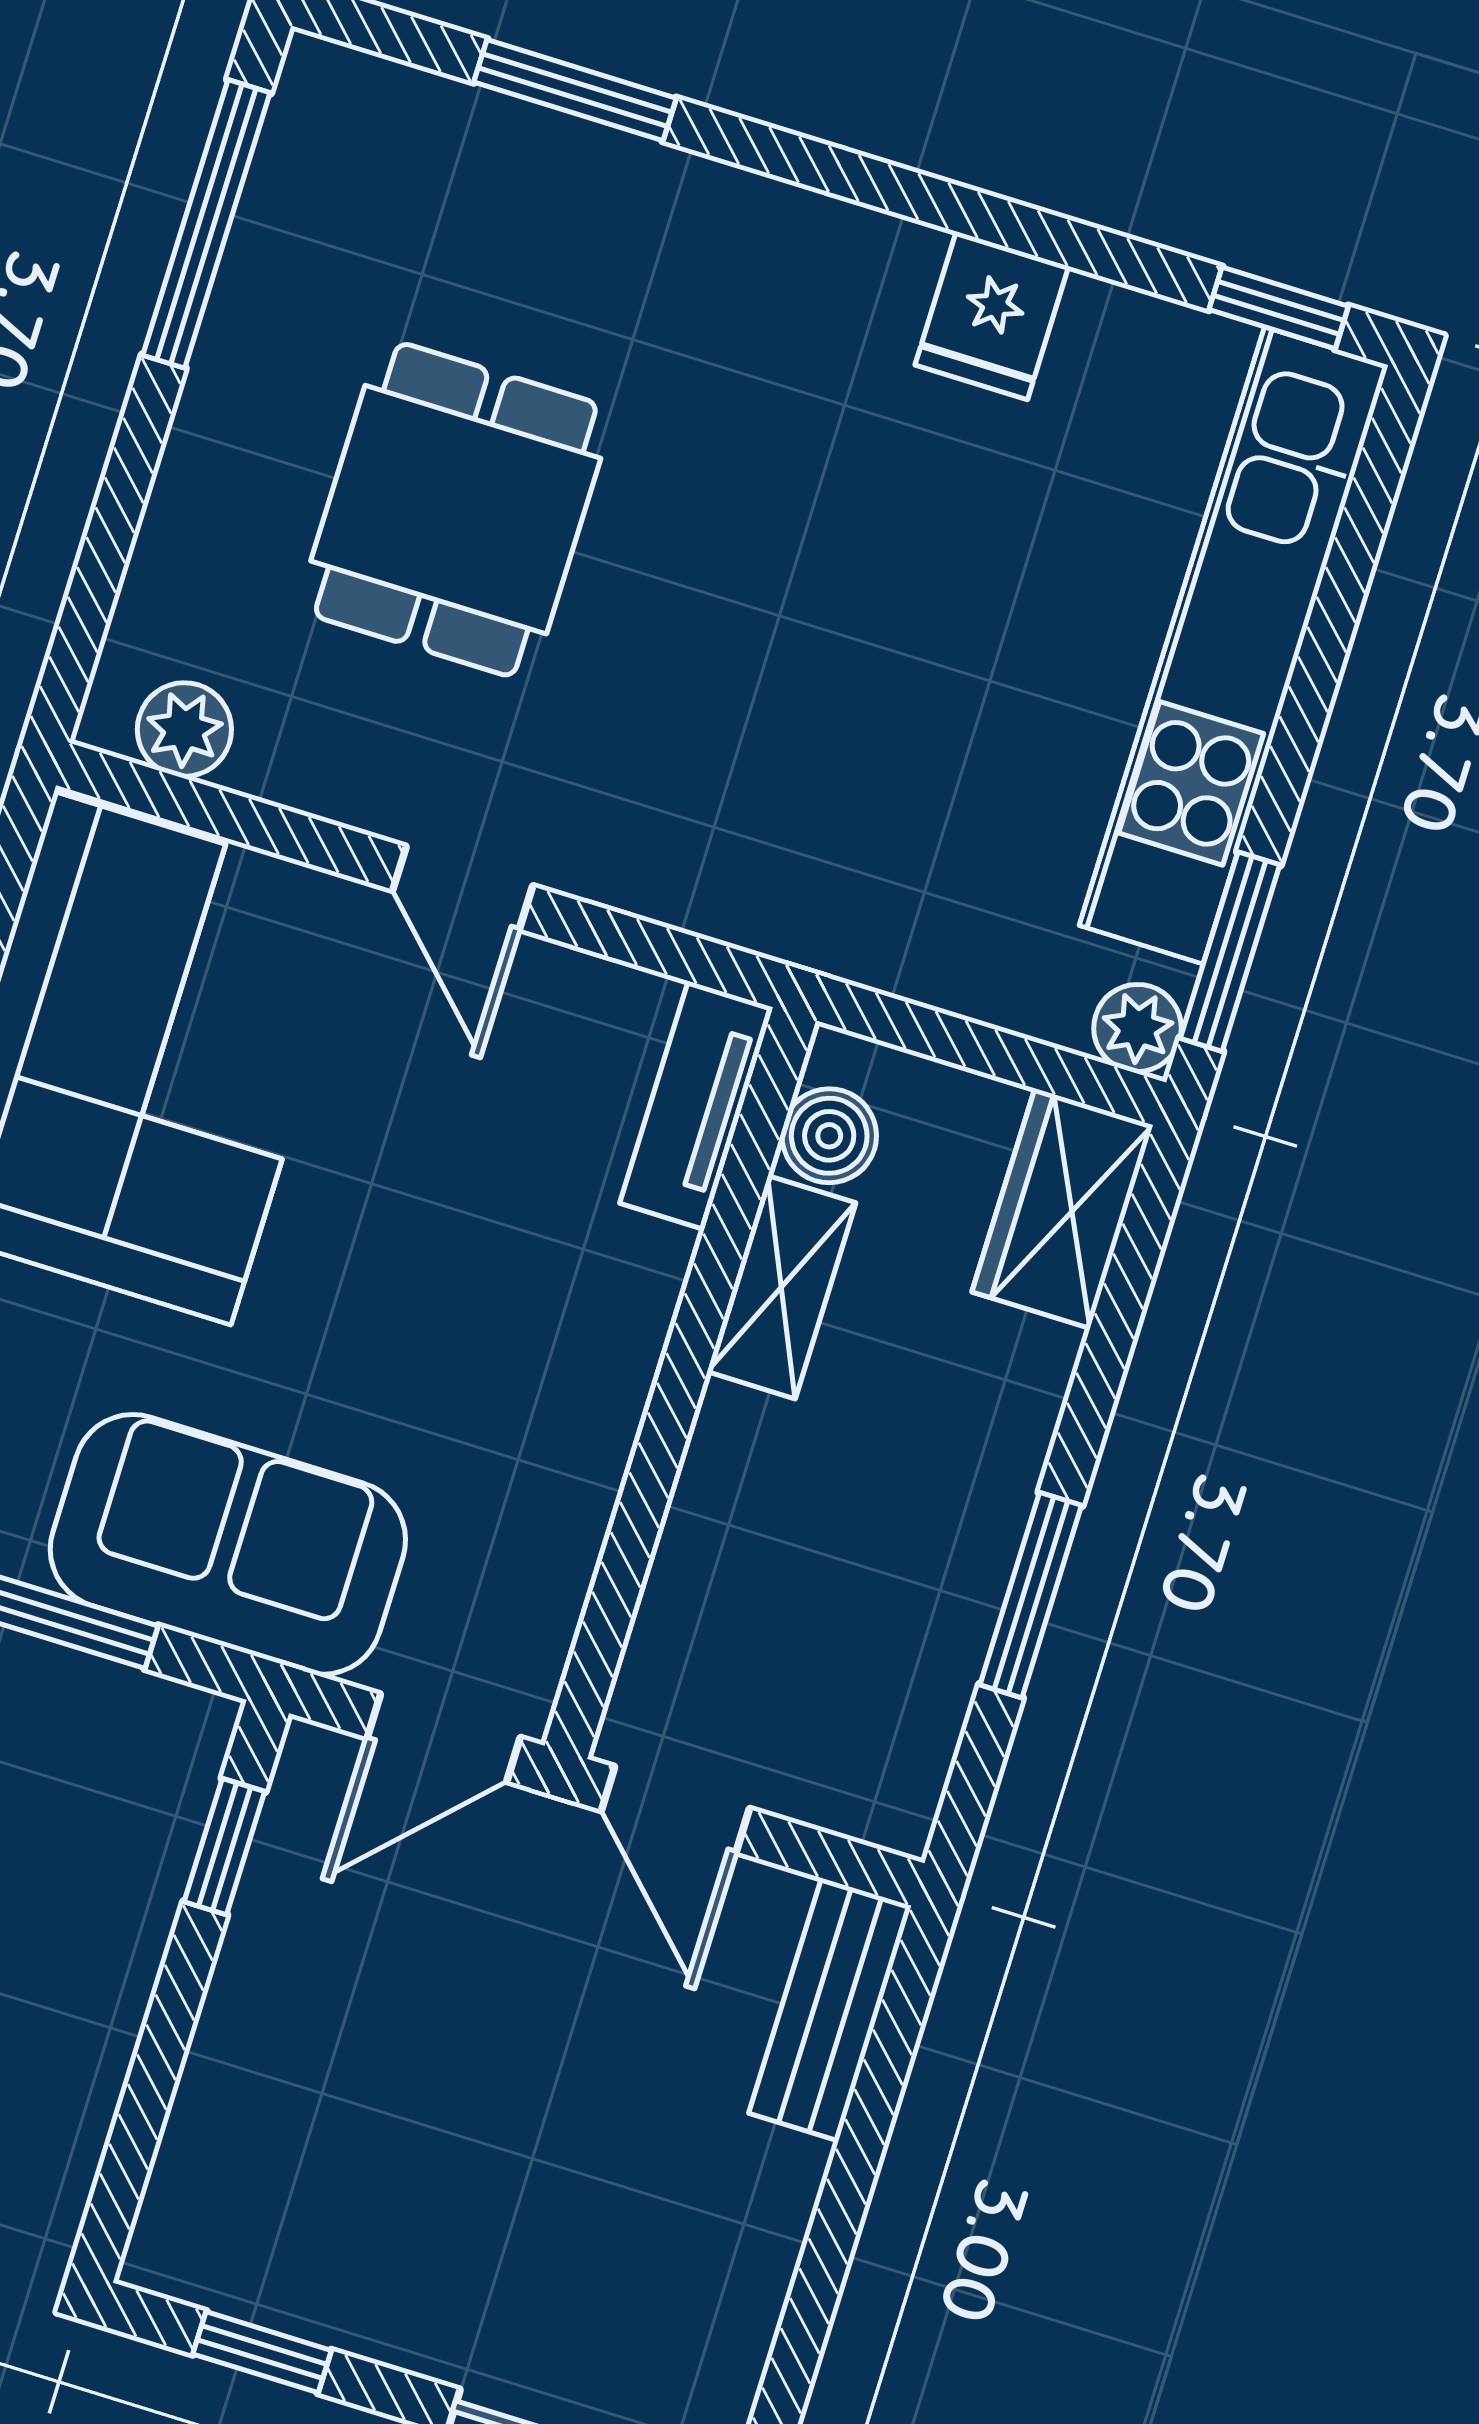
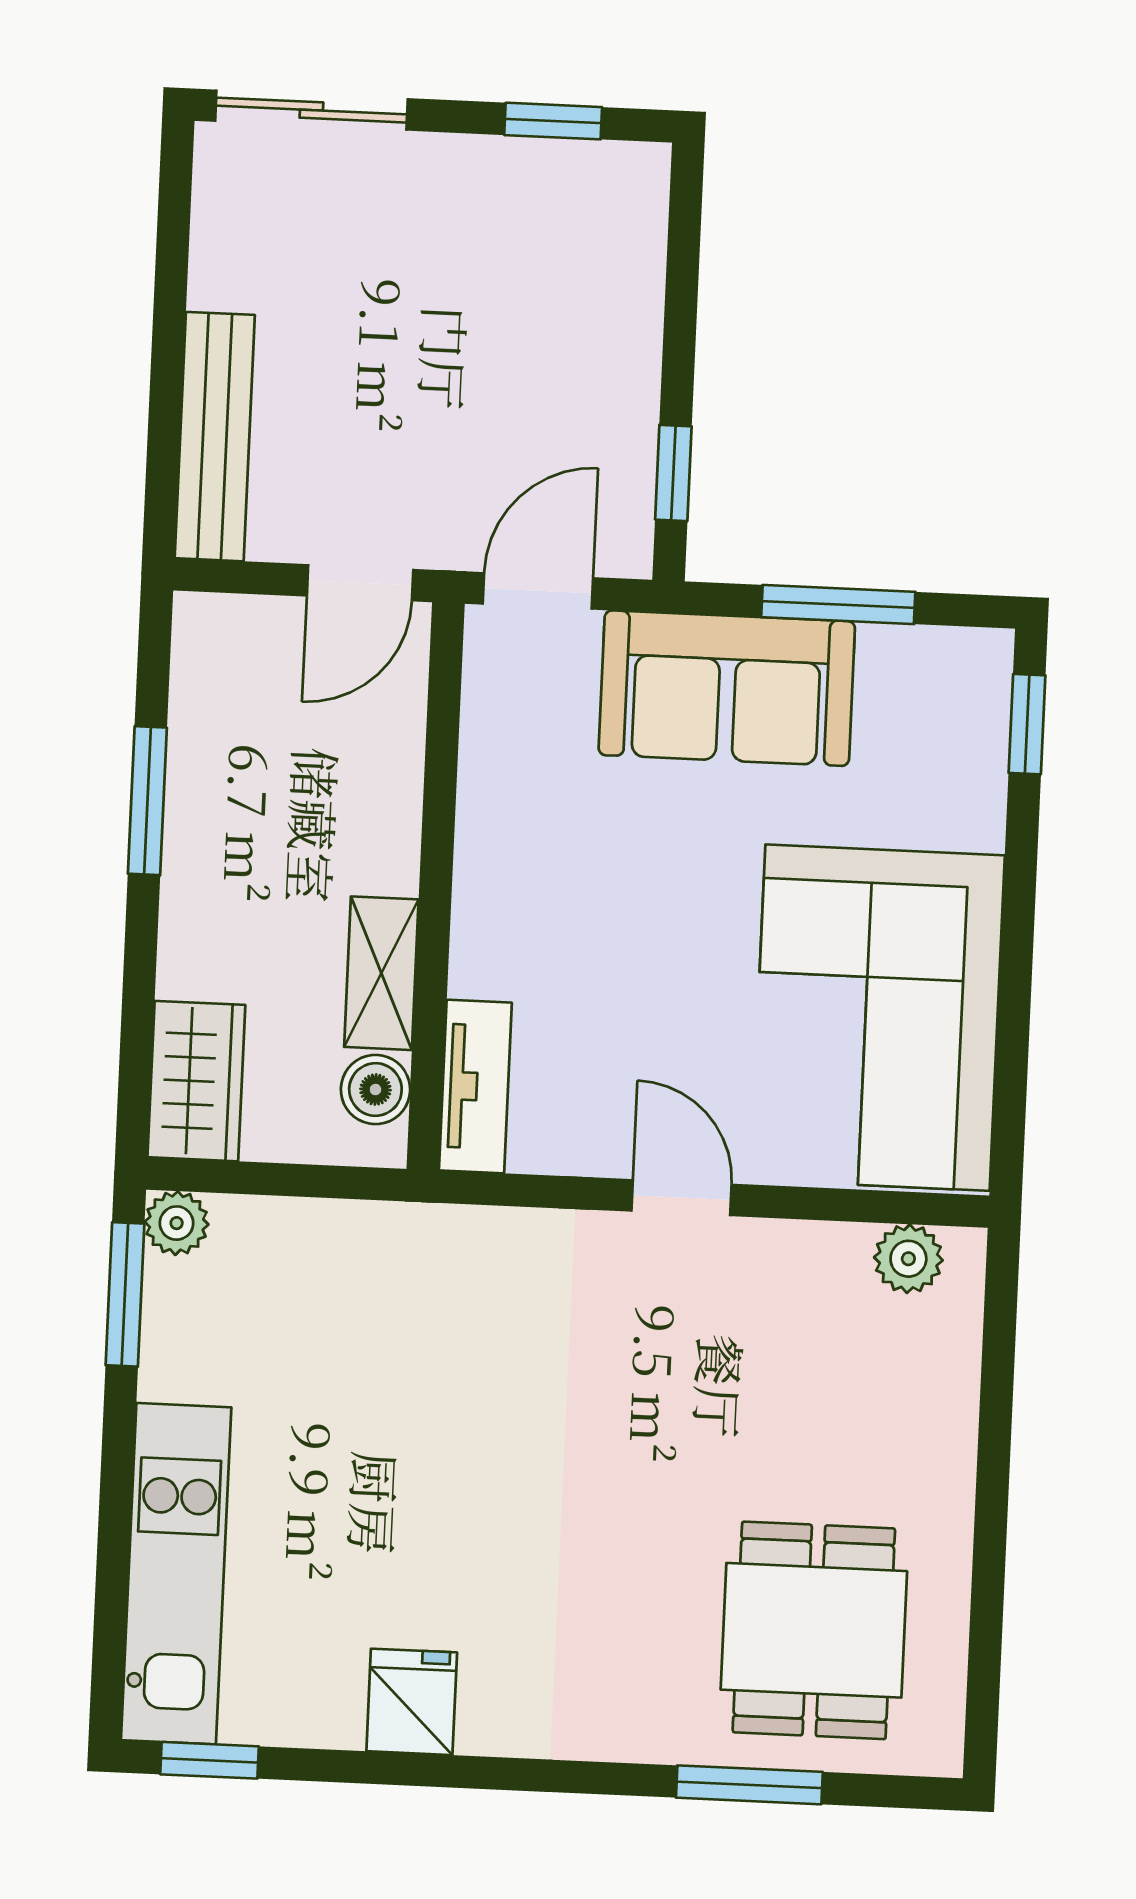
window: (206, 224) -> (986, 1622), removed
dining table: (456, 510) -> (814, 1630), moved
kitchen unit: (1234, 645) -> (176, 1574), width x0.73
door: (675, 1809) -> (360, 583), swing flipped
bench: (830, 2009) -> (215, 437), width x1.36

